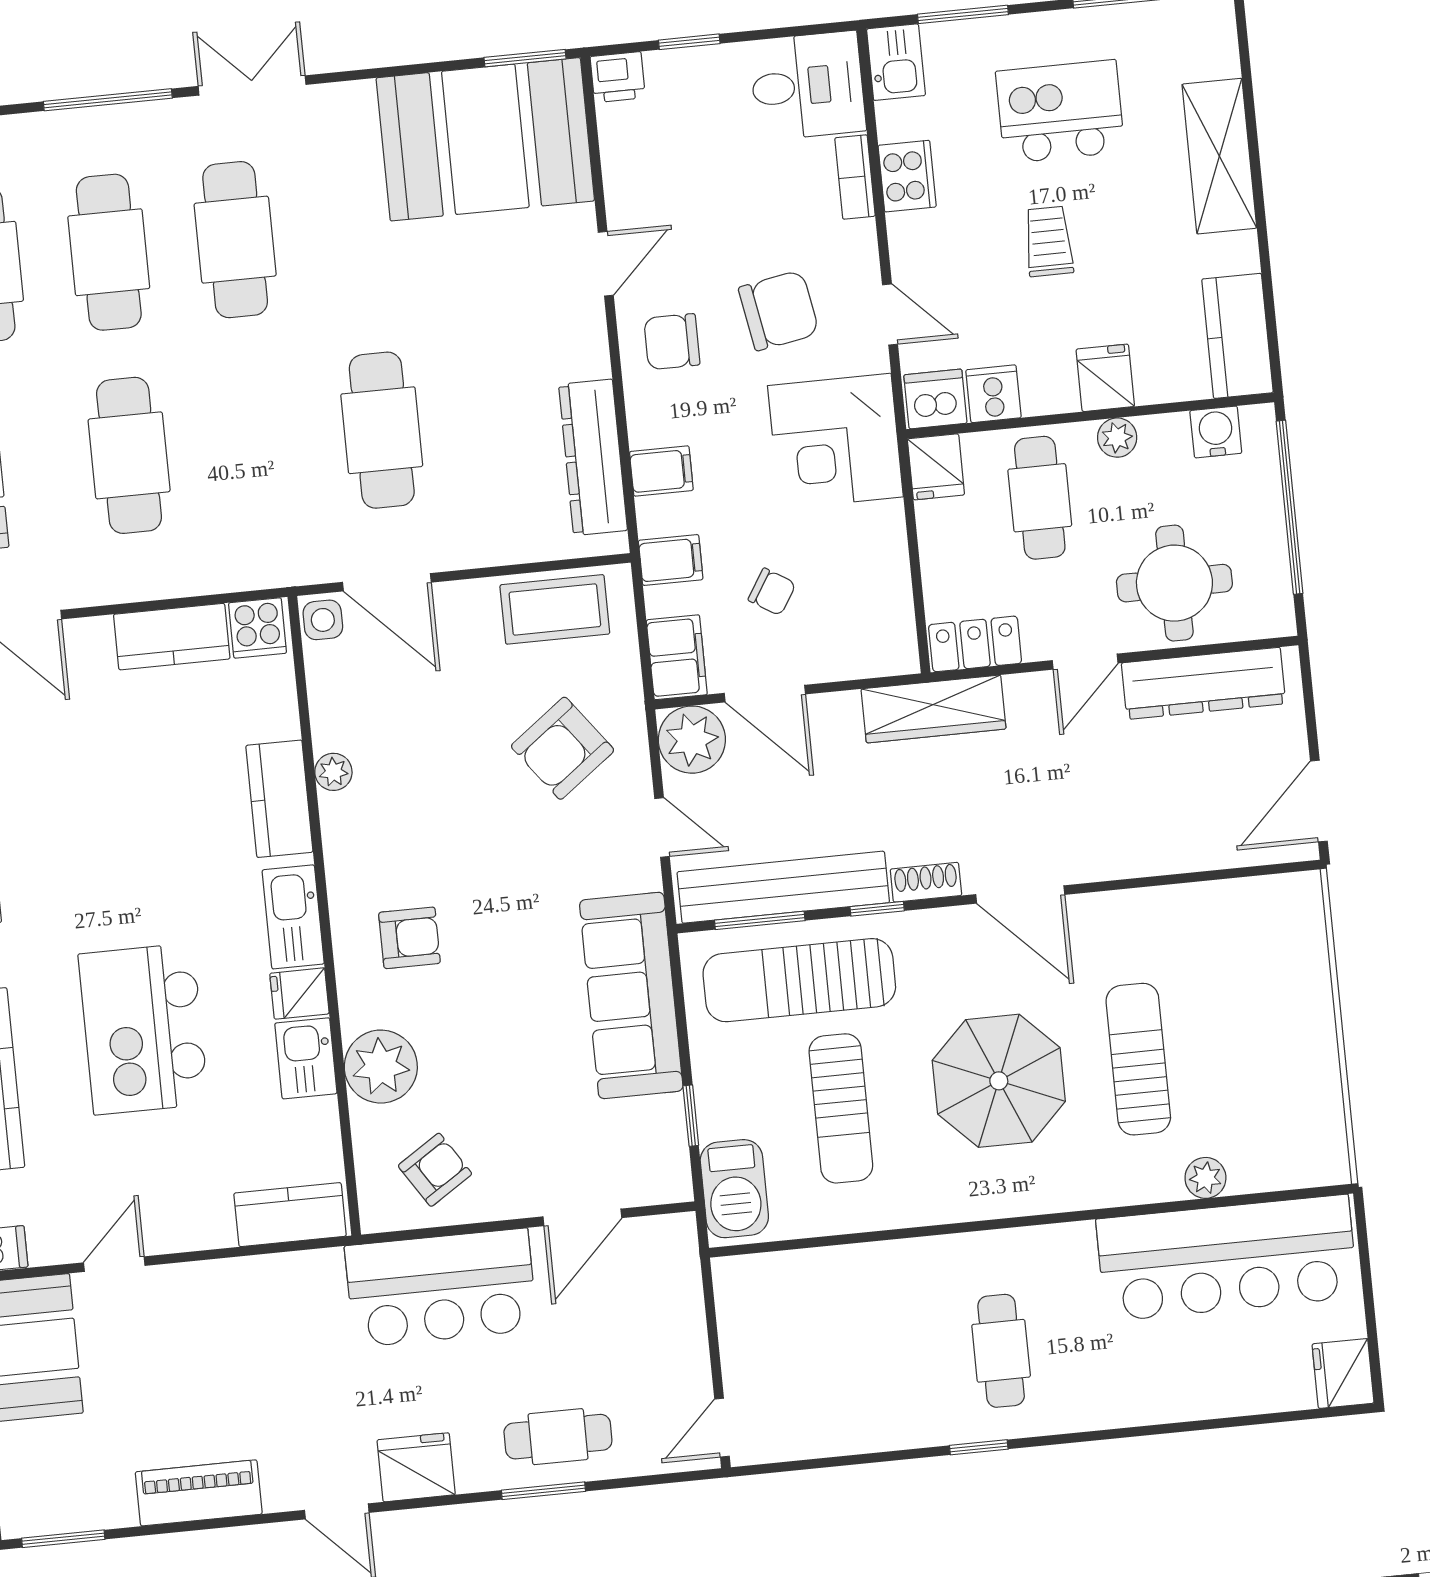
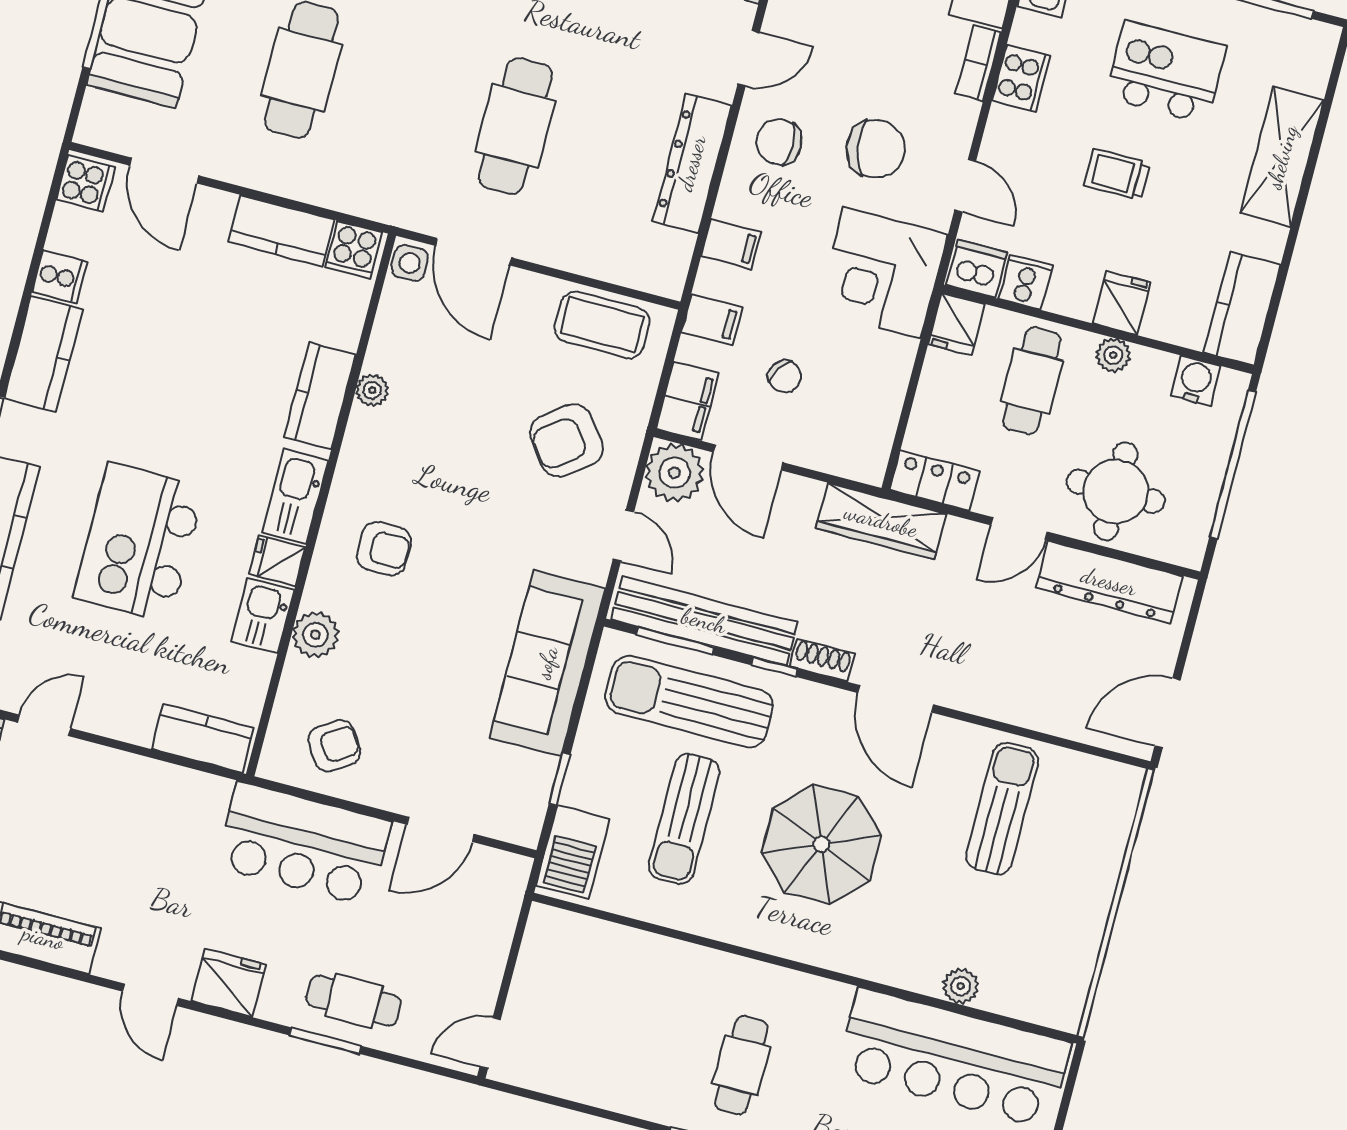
trolley: (1049, 241) -> (1117, 174), turned -90
dresser: (593, 457) -> (692, 163), moved
sun lounger: (1138, 1059) -> (1002, 809), moved
plant: (381, 1067) -> (315, 635), width x0.73, depth x0.73

